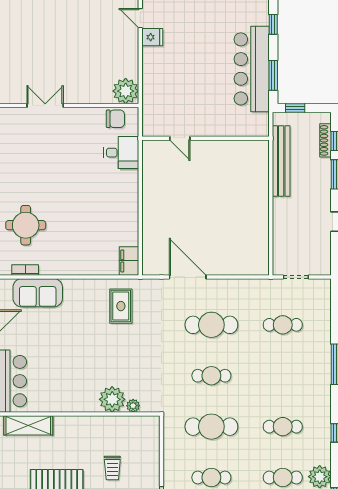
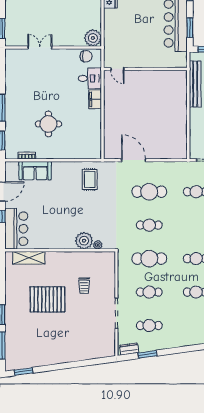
door: (180, 138) -> (117, 69), moved
round table: (26, 225) -> (48, 124), moved
filing cabinet: (129, 261) -> (95, 99), moved

